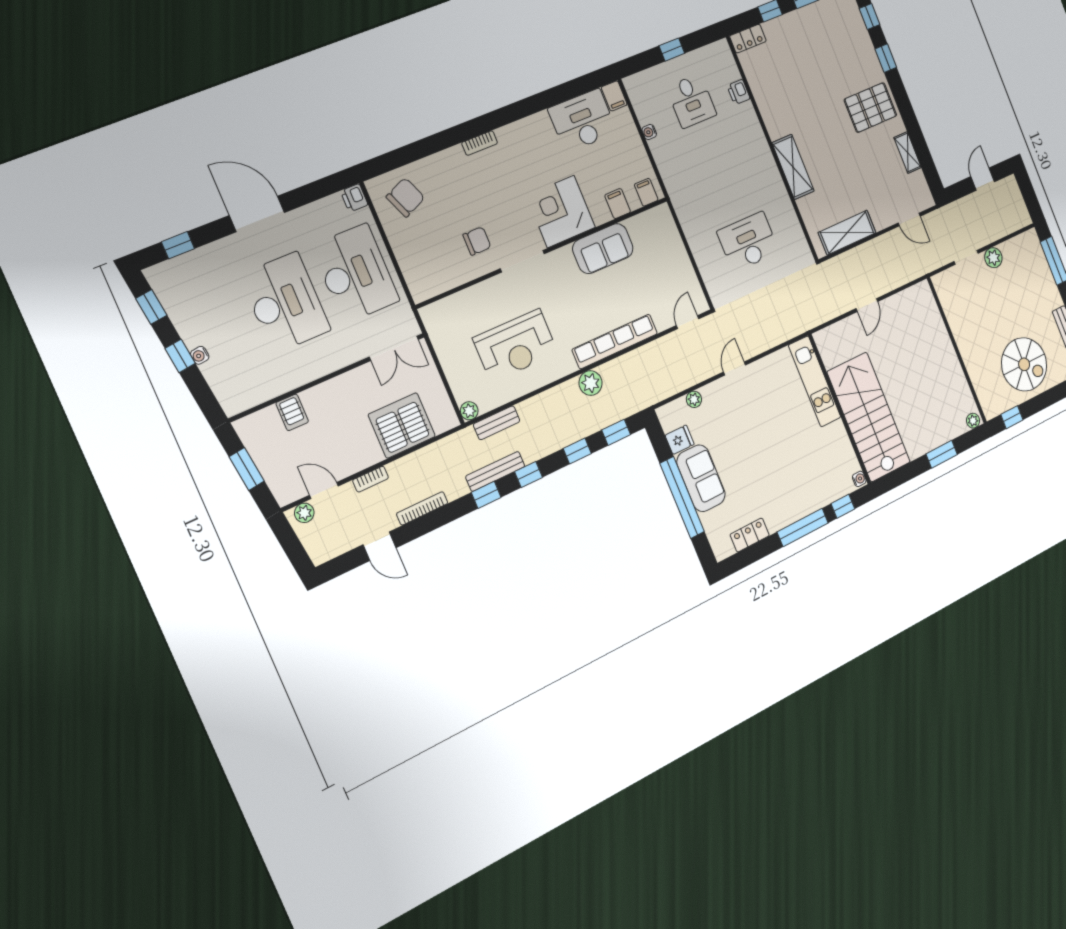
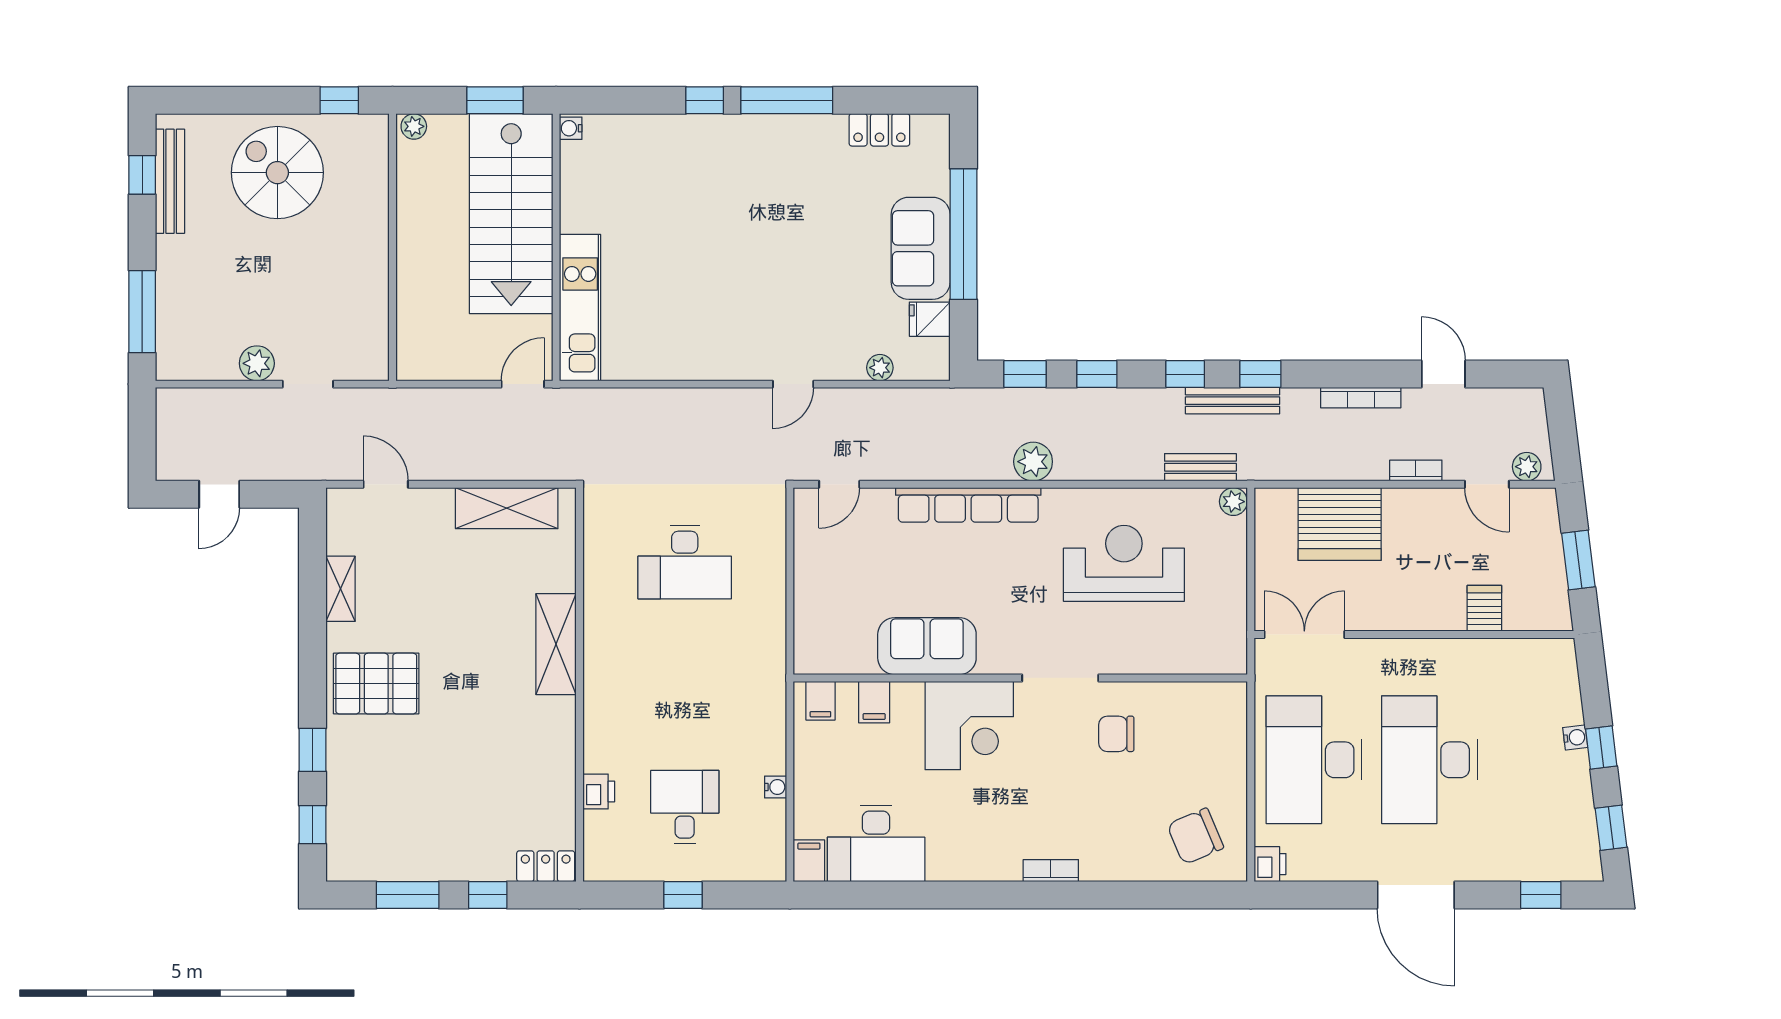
kitchen unit: (815, 381) -> (580, 308), moved
wall: (840, 409) -> (556, 247), moved
stairs: (869, 417) -> (511, 214), moved
water cooler: (859, 479) -> (571, 128), moved

